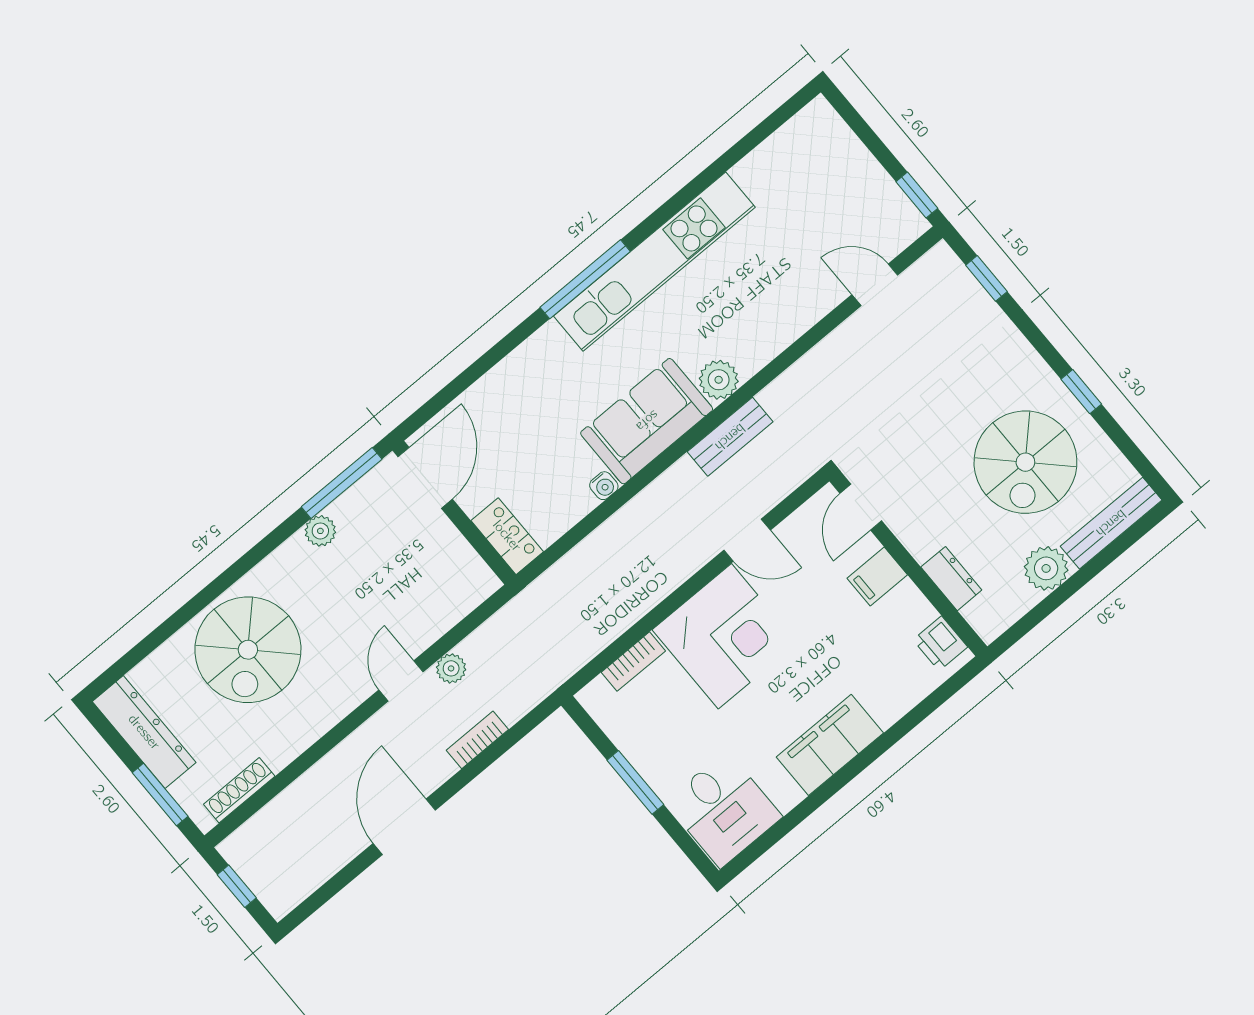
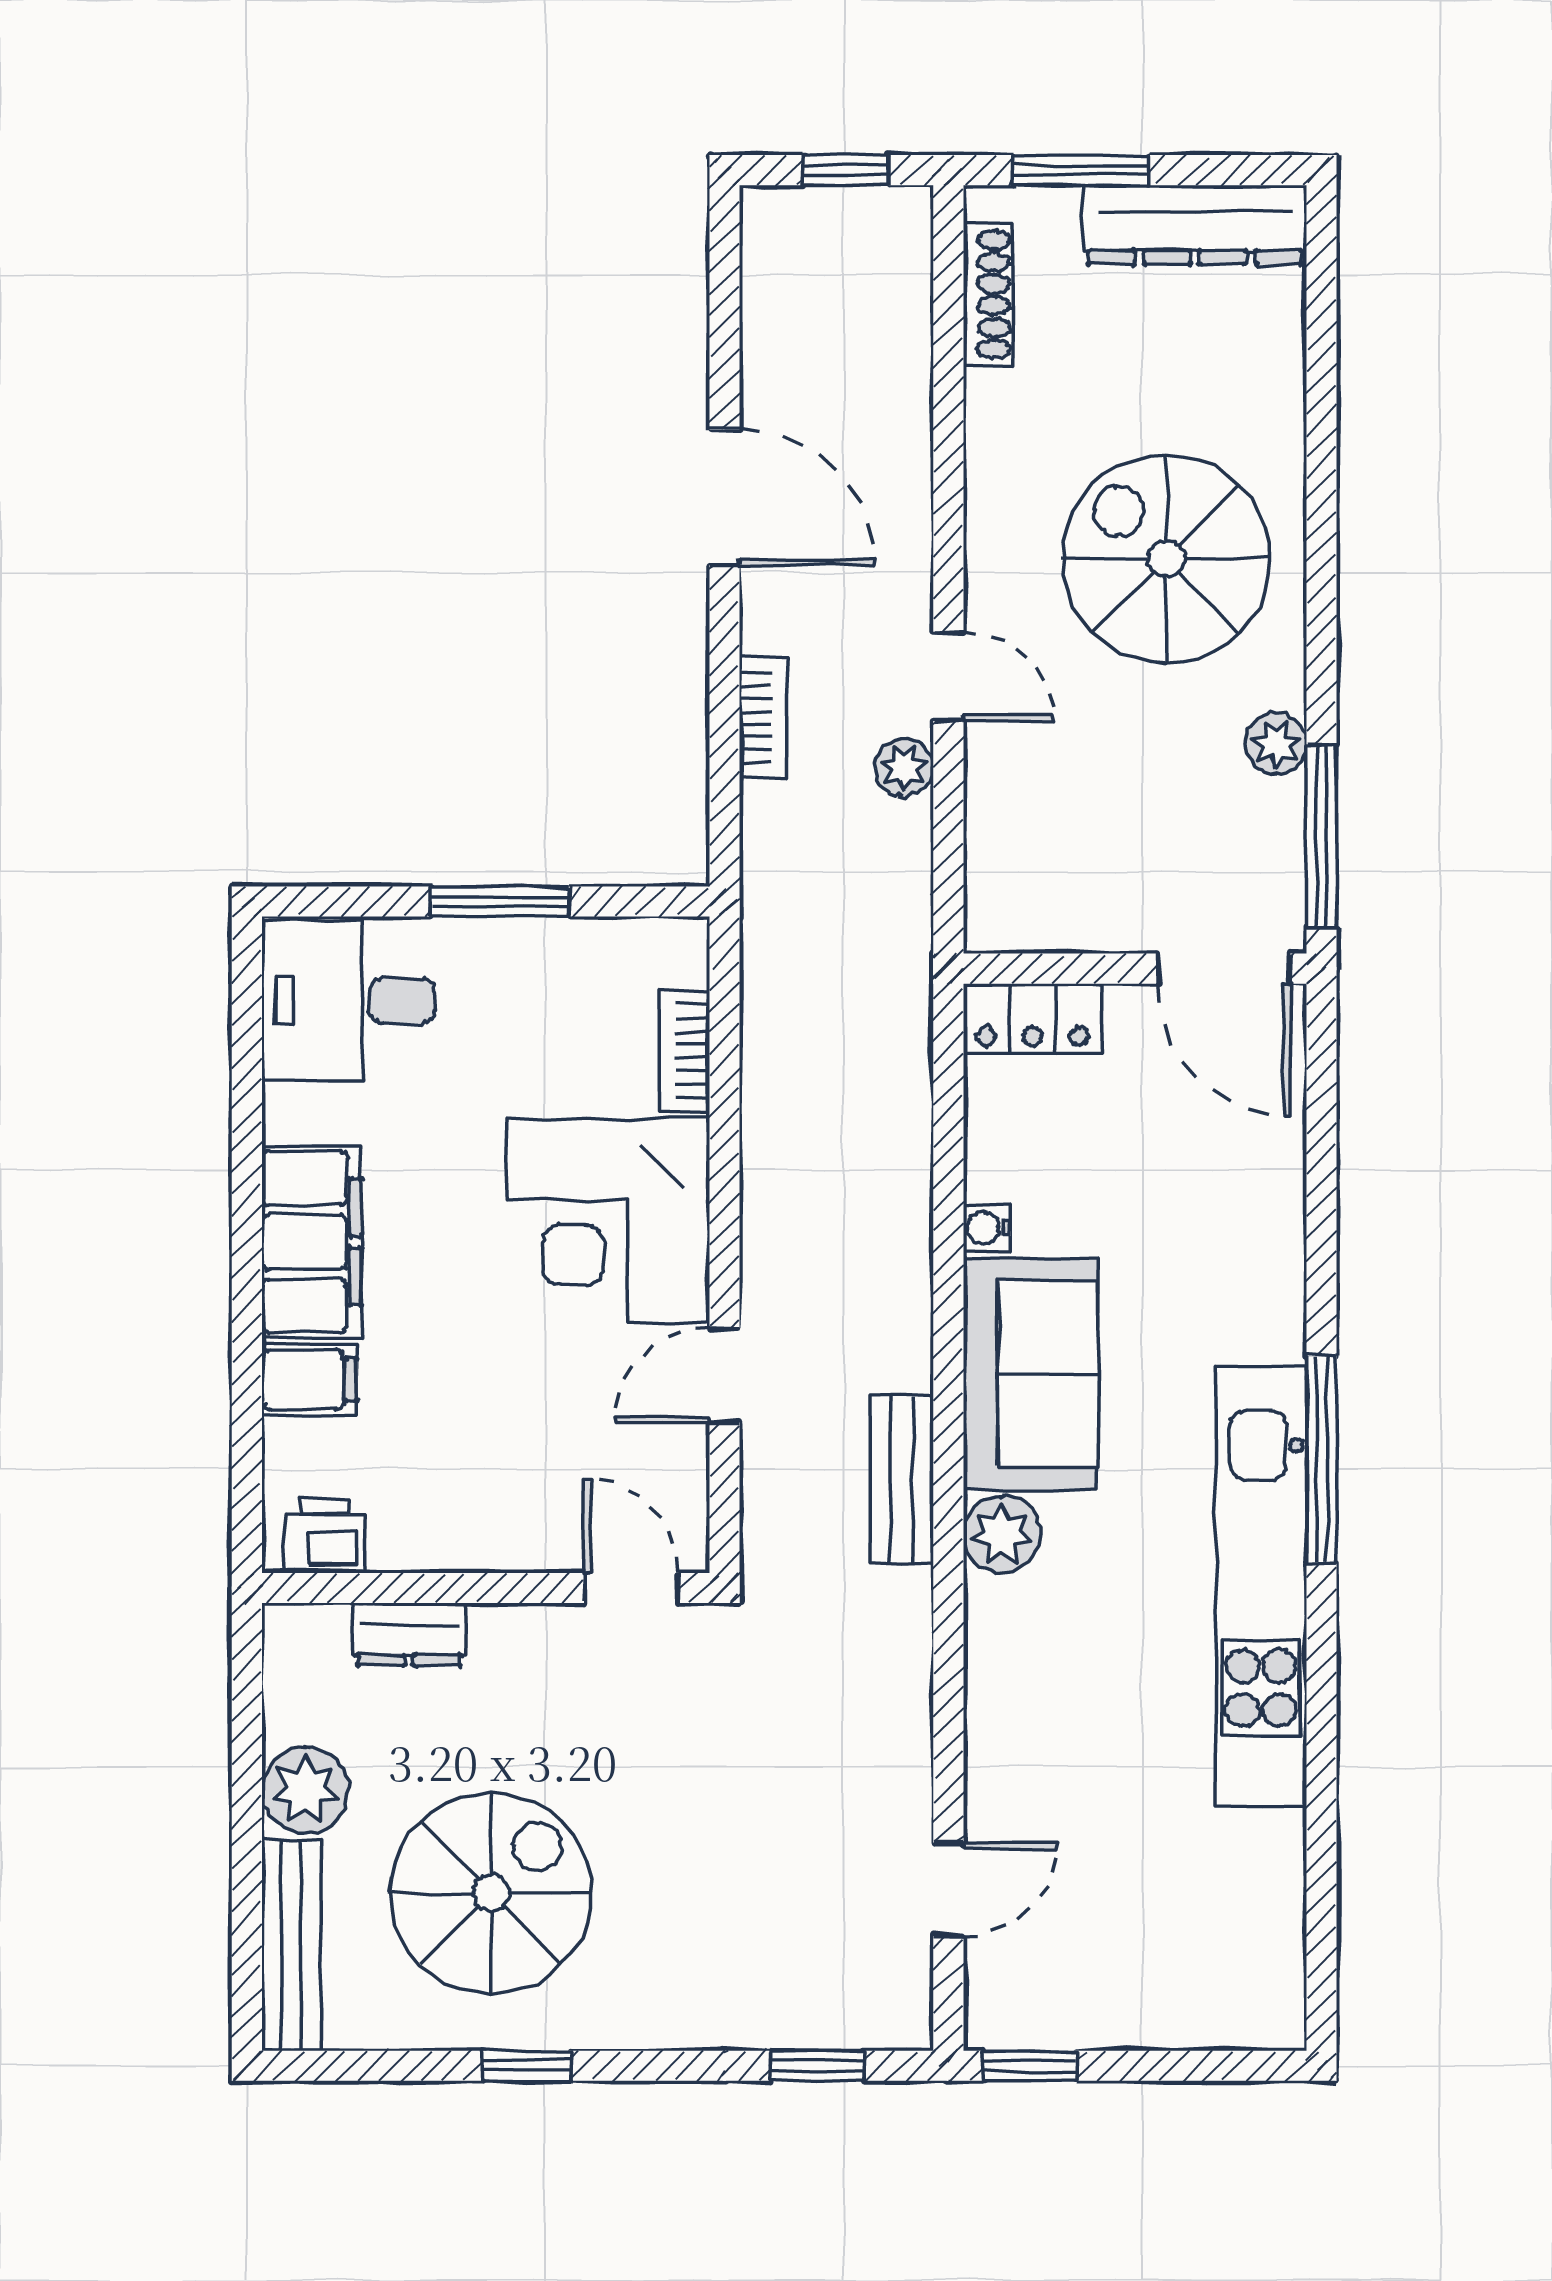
spiral stairs: (1025, 462) -> (491, 1893), turned 90
filing cabinet: (877, 577) -> (309, 1380), moved, turned 90
spiral stairs: (248, 650) -> (1166, 559), moved

